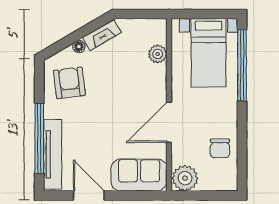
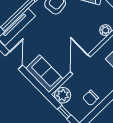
door: (169, 122) -> (80, 64), hinge flipped
window: (206, 195) -> (64, 112), added

